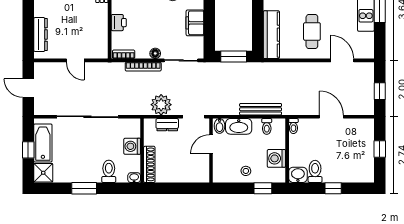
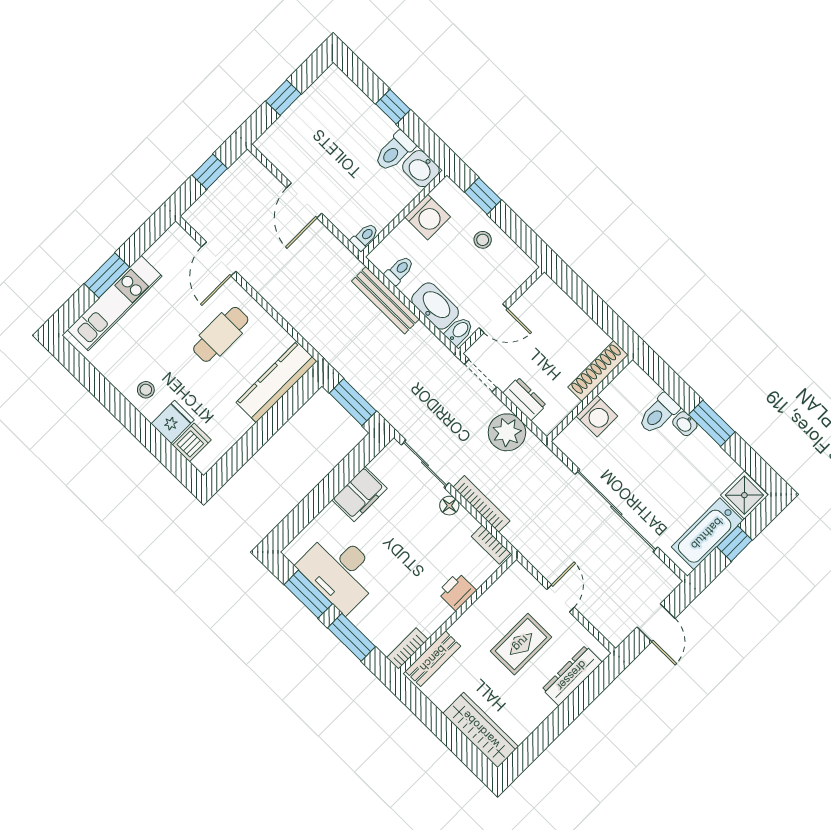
rug: (73, 27) -> (521, 644), added
washbasin: (134, 178) -> (685, 424), moved

